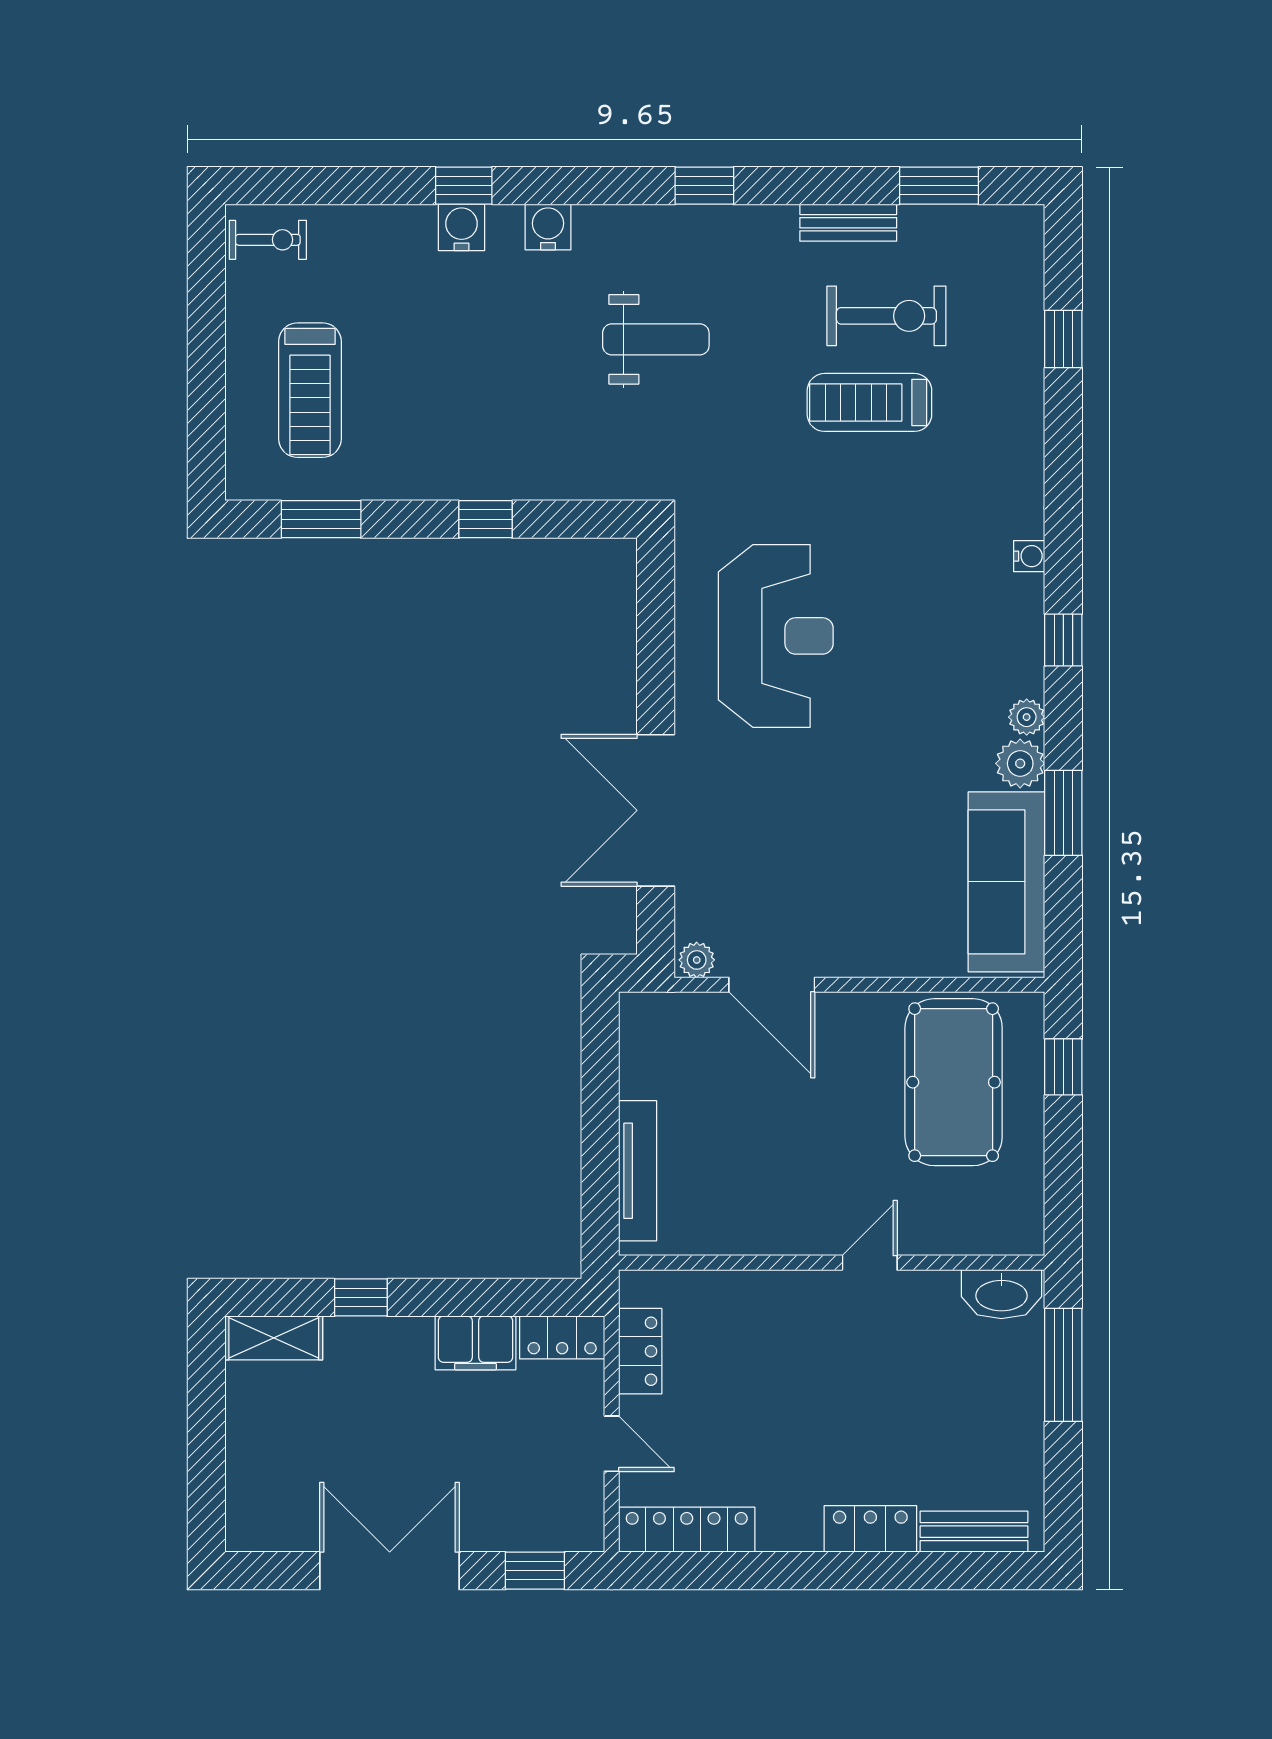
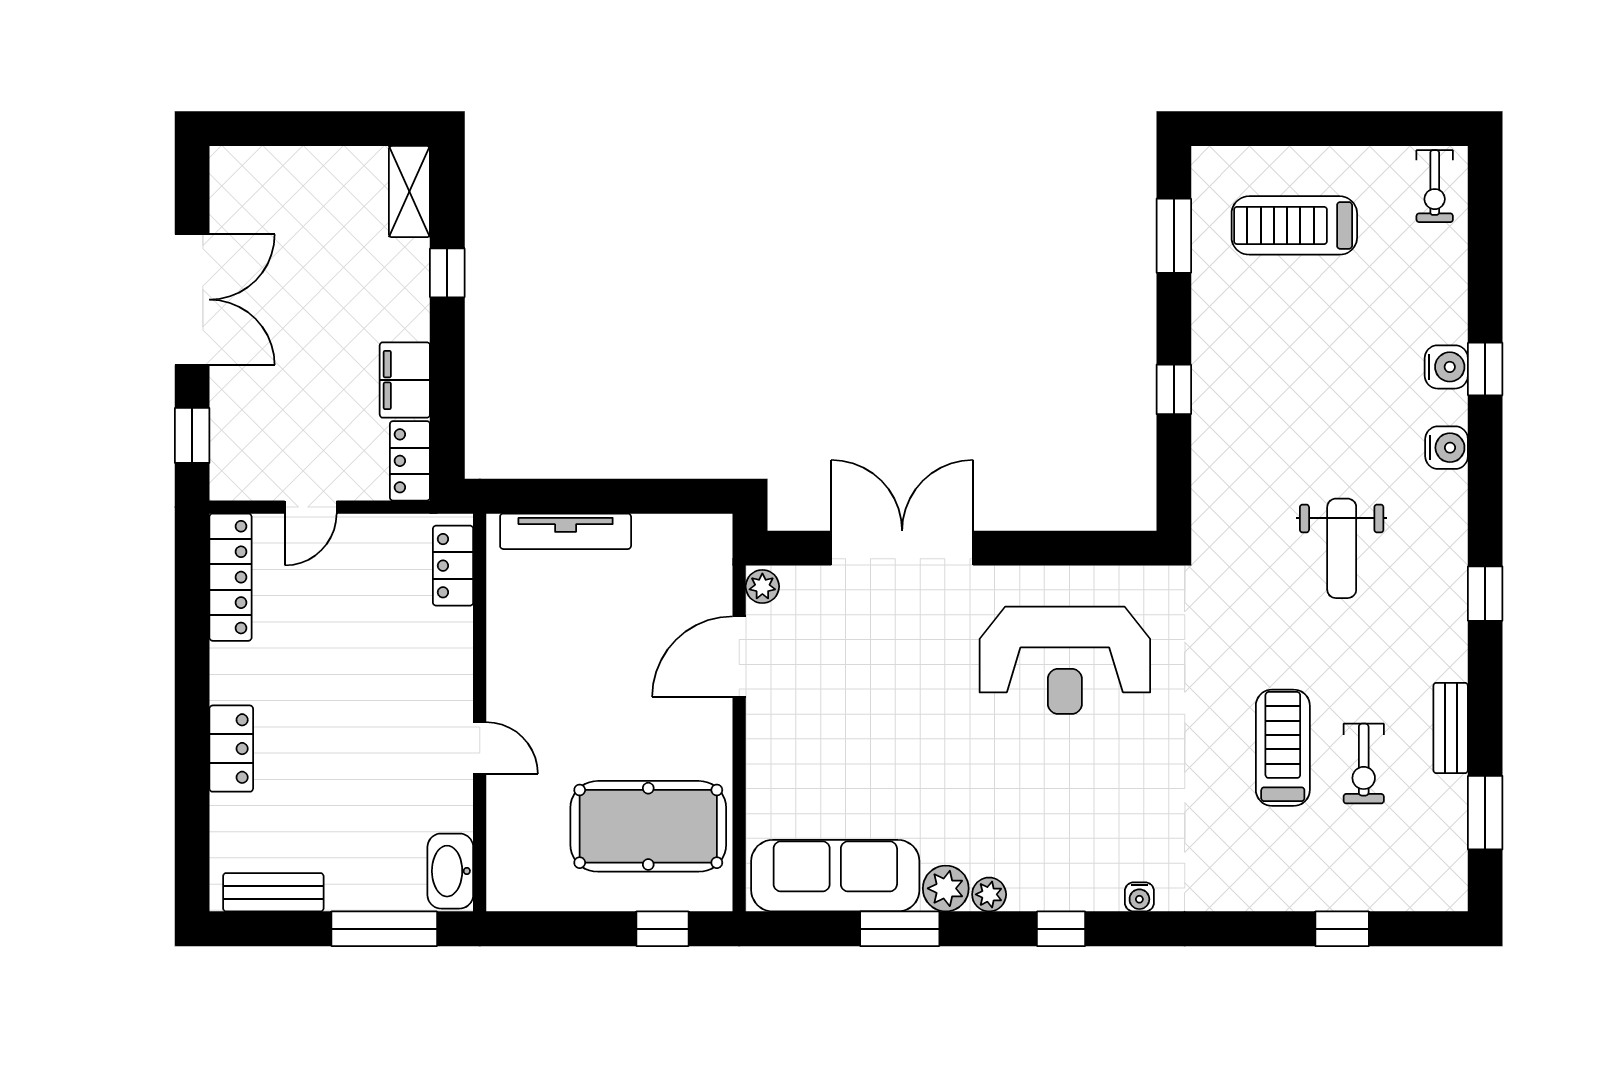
exercise bike: (886, 316) -> (1364, 764), width x0.73, depth x0.72
locker: (640, 1351) -> (453, 566), moved, turned 90
bench: (974, 1532) -> (273, 892), moved, turned 90

